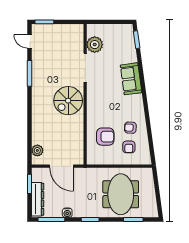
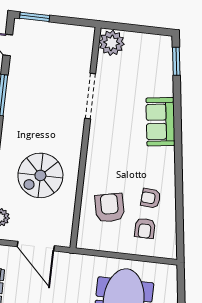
plant: (95, 45) -> (112, 43), moved
spiral stairs: (68, 101) -> (40, 175), moved
armchair: (105, 137) -> (110, 208), turned -102

